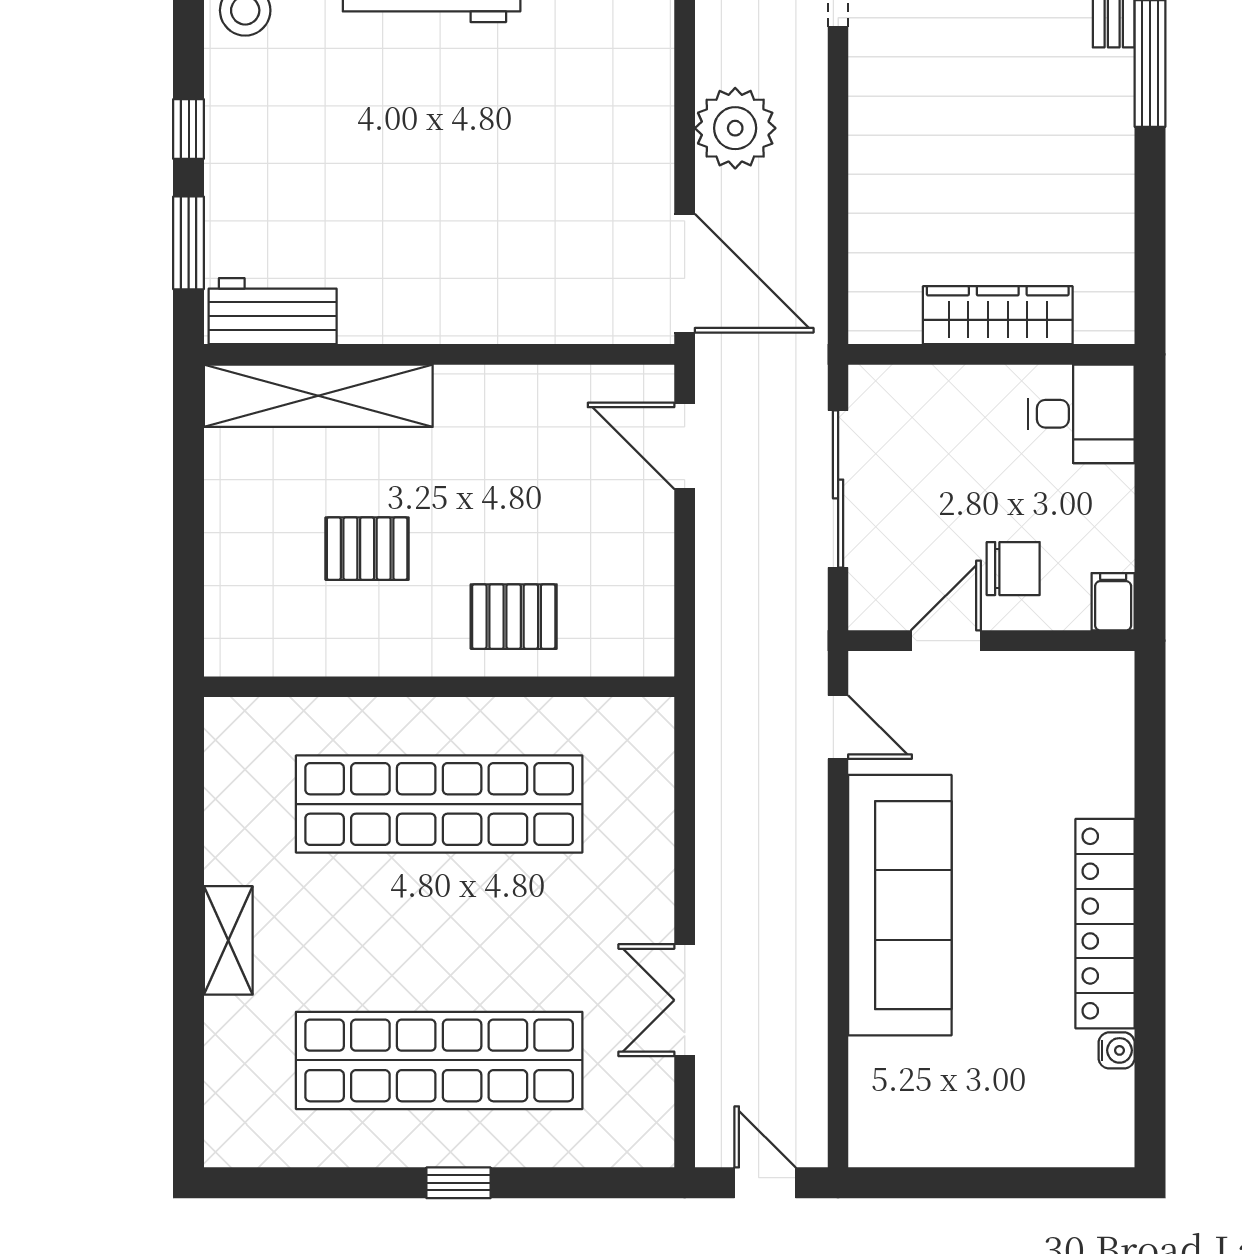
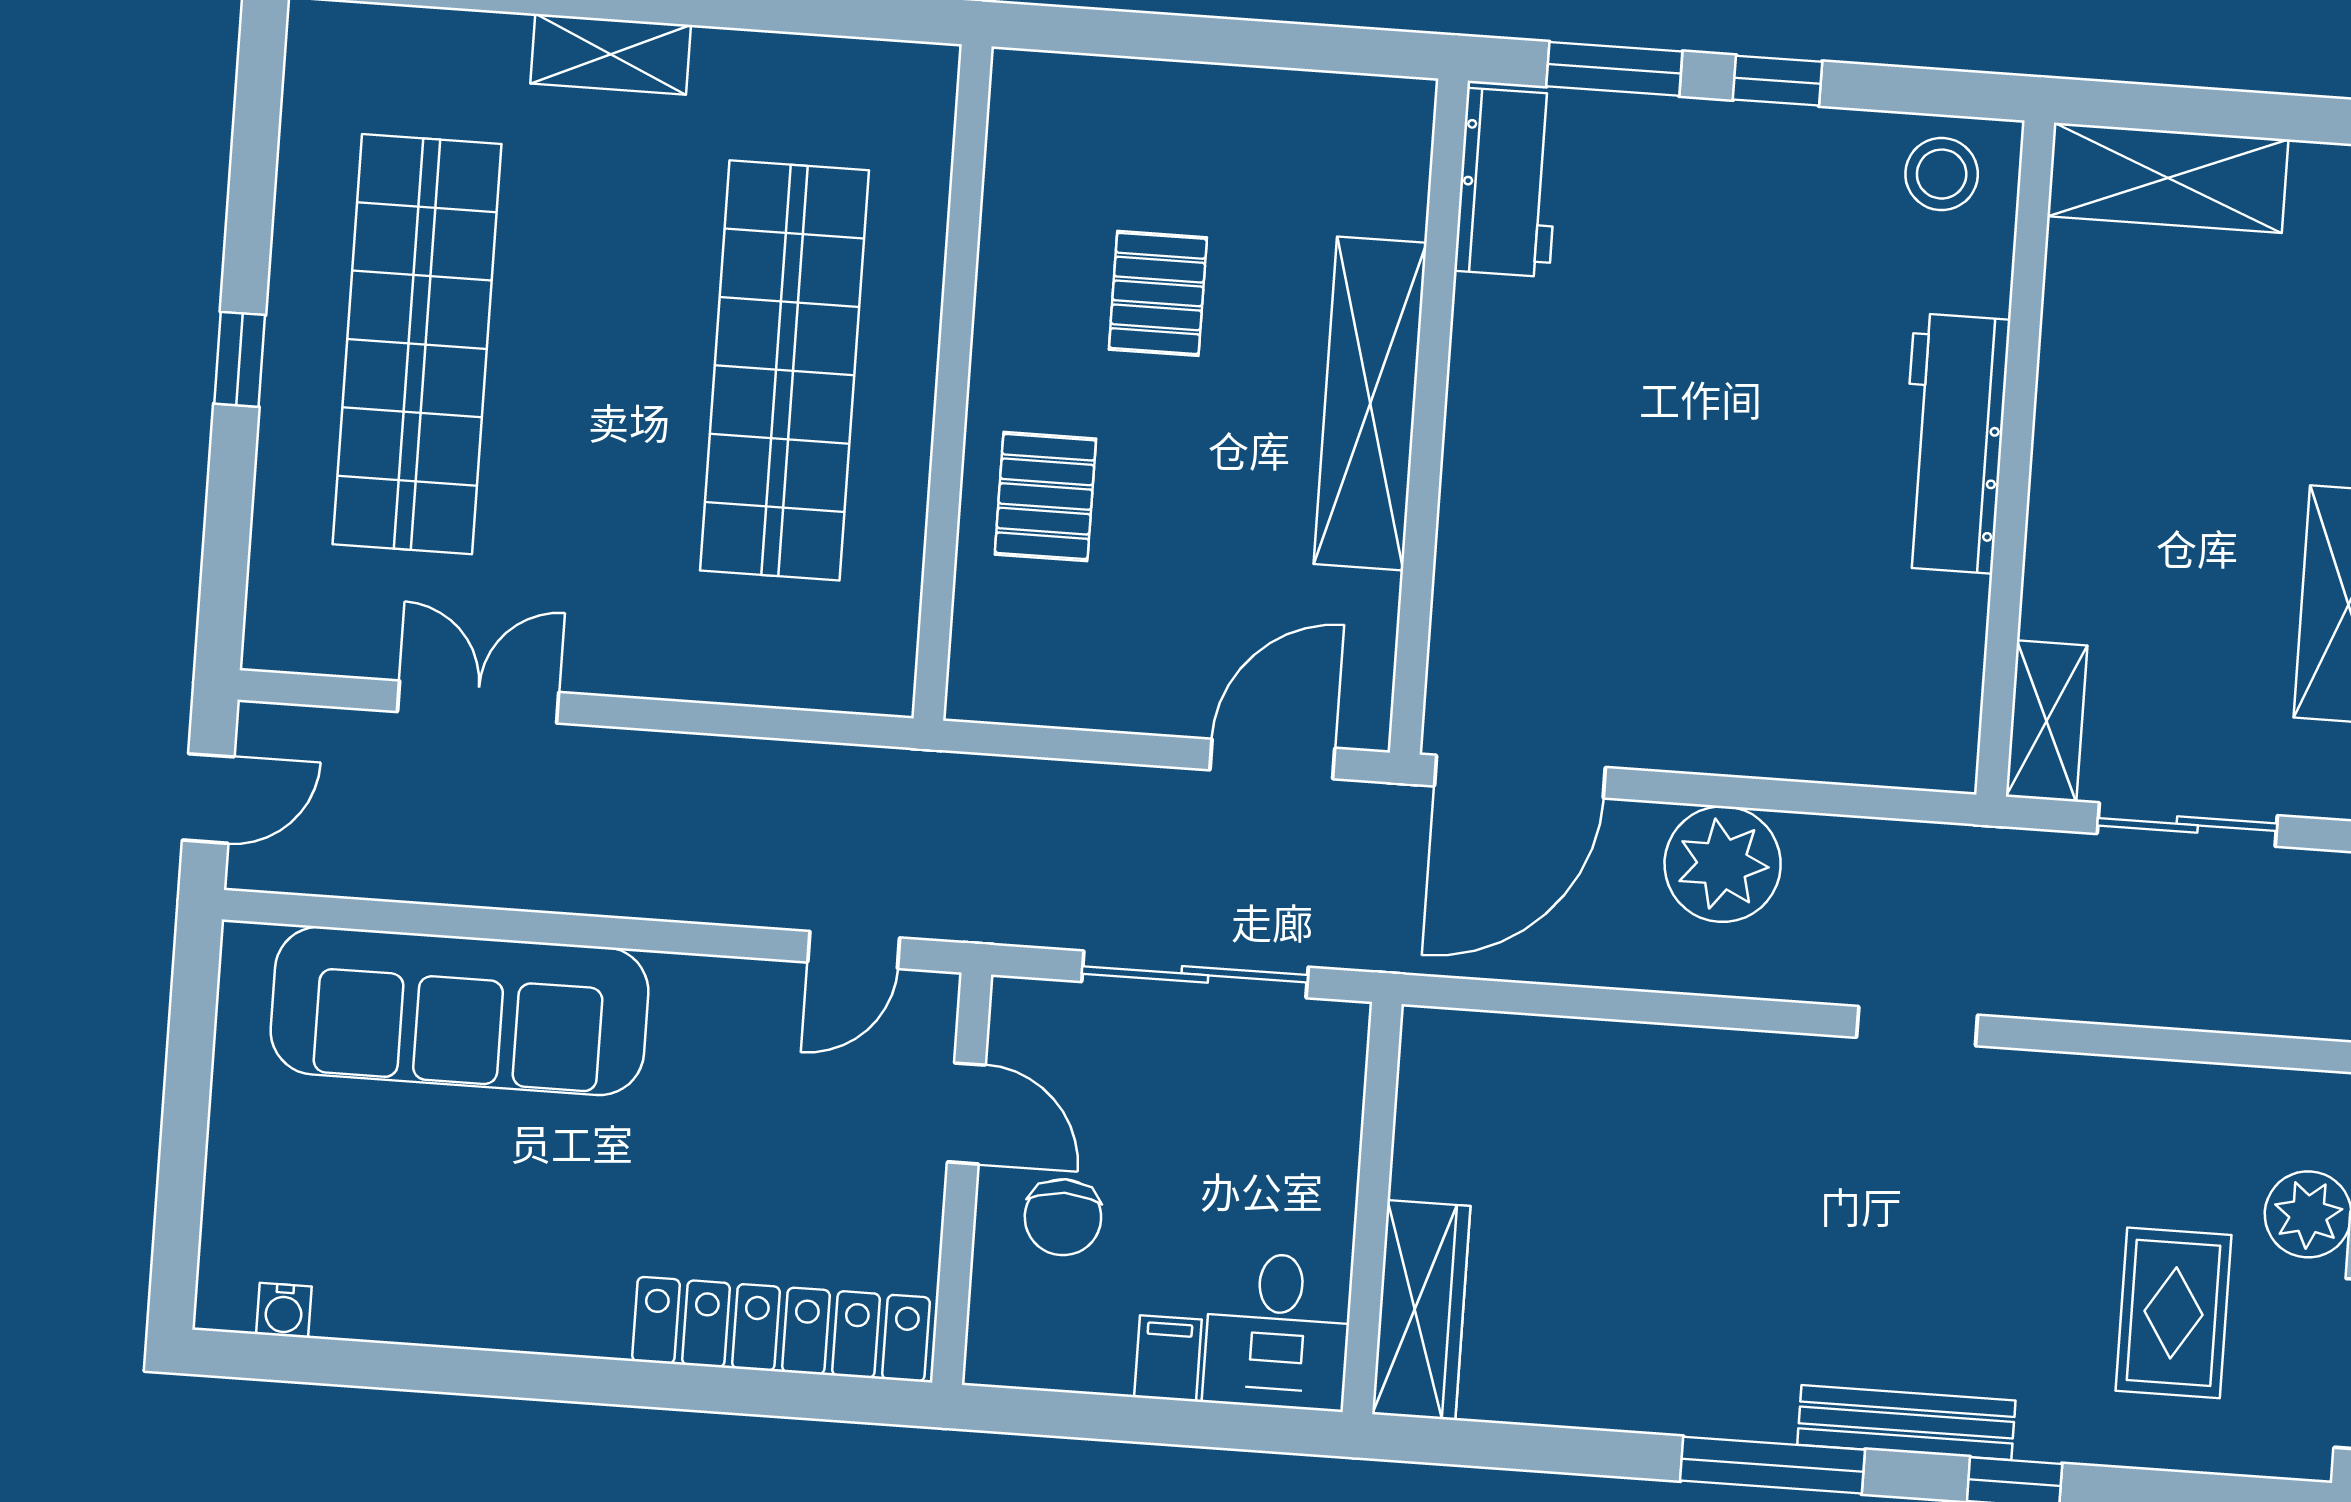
wardrobe: (998, 315) -> (1421, 1310), moved
shelving: (318, 396) -> (1370, 403), moved
filing cabinet: (1113, 602) -> (1168, 1358), moved, turned -90
sofa: (900, 905) -> (459, 1011), moved
locker: (1105, 924) -> (781, 1329), moved
water cooler: (1117, 1050) -> (284, 1310), moved

